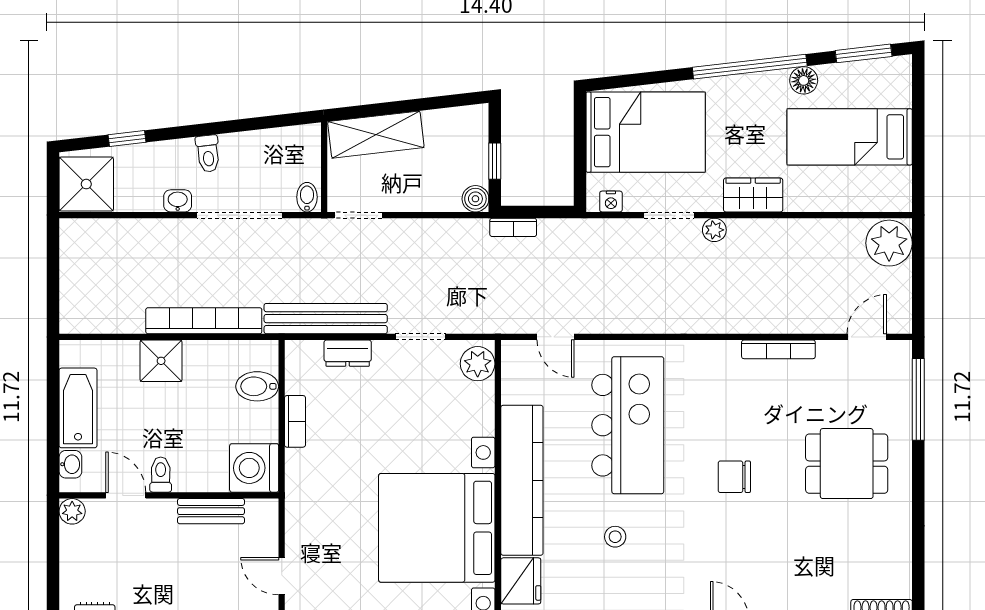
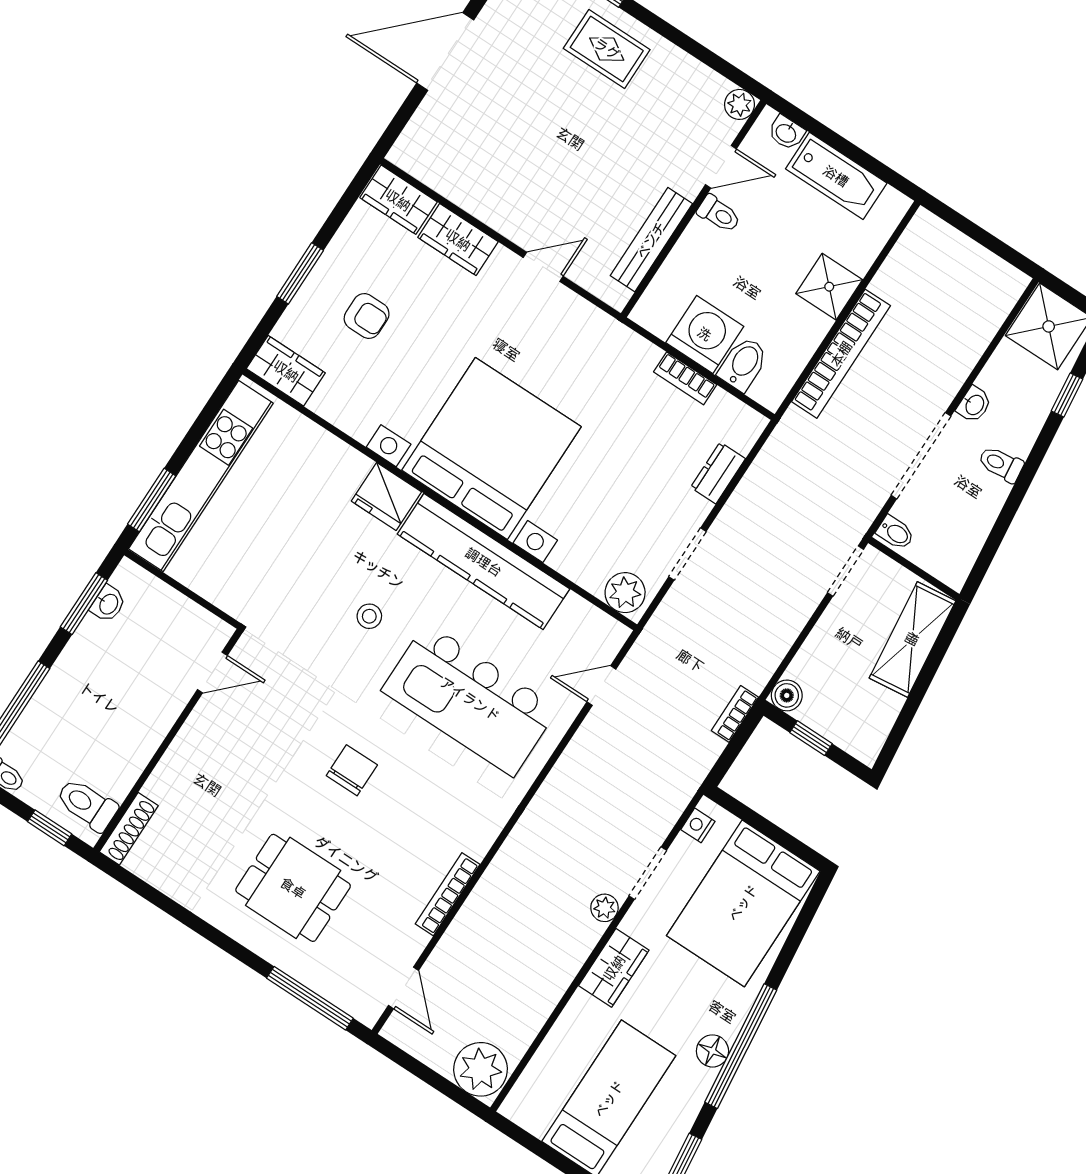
floor lamp: (804, 80) -> (712, 1051), moved
bench: (326, 319) -> (766, 474), removed
dining table: (847, 464) -> (293, 888), turned 90
washing machine: (254, 468) -> (705, 334), moved
bench: (211, 511) -> (651, 240), width x1.36

